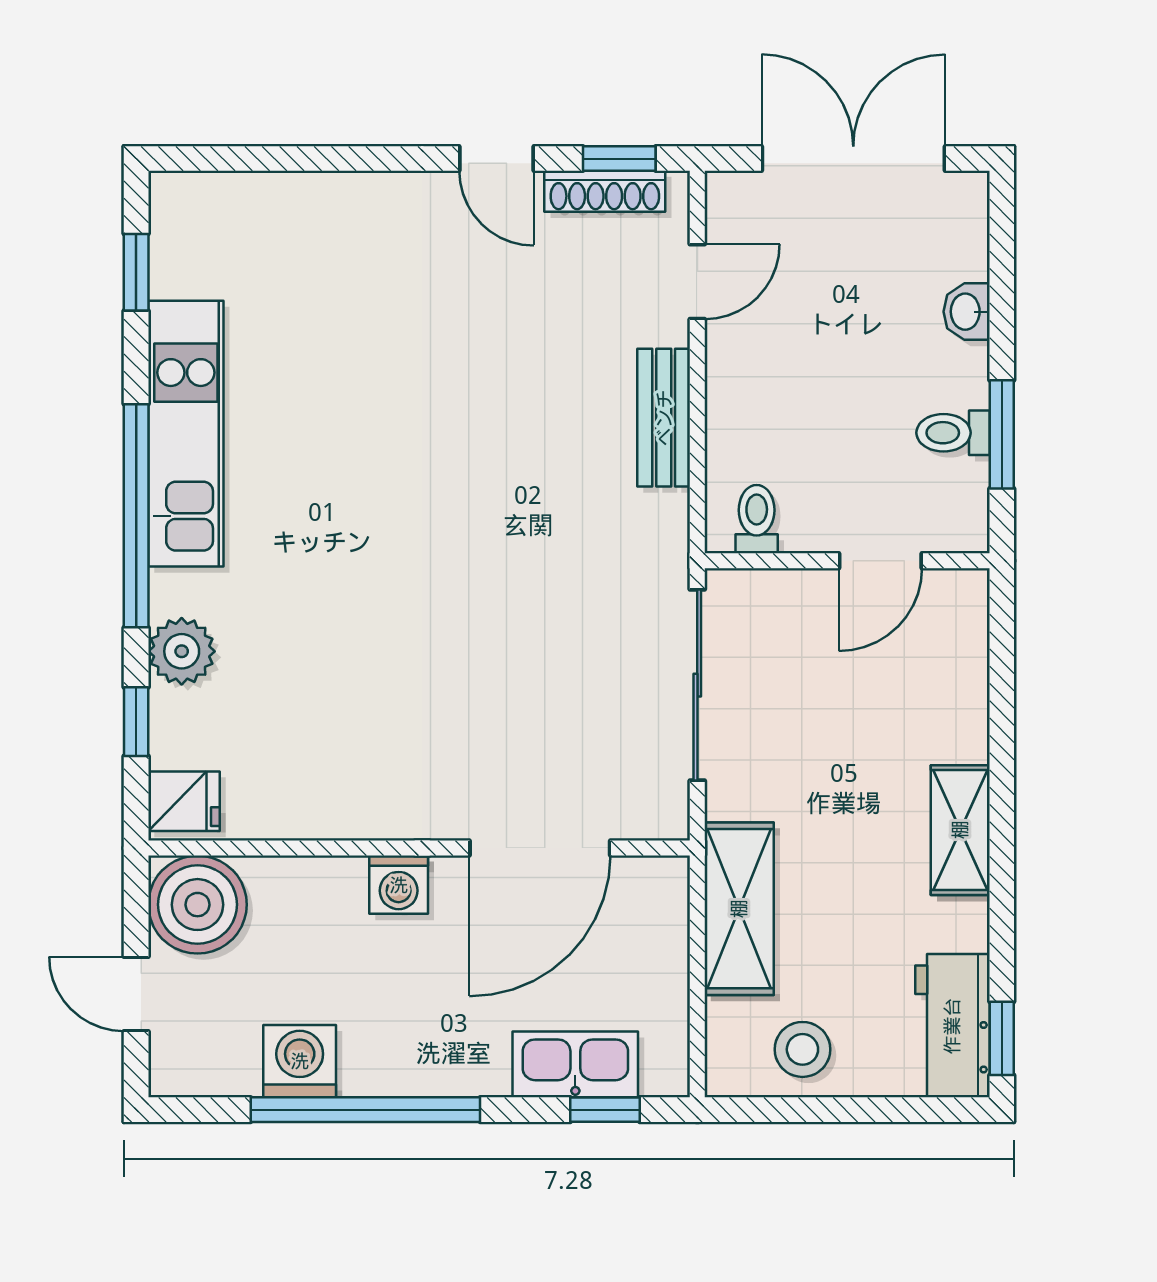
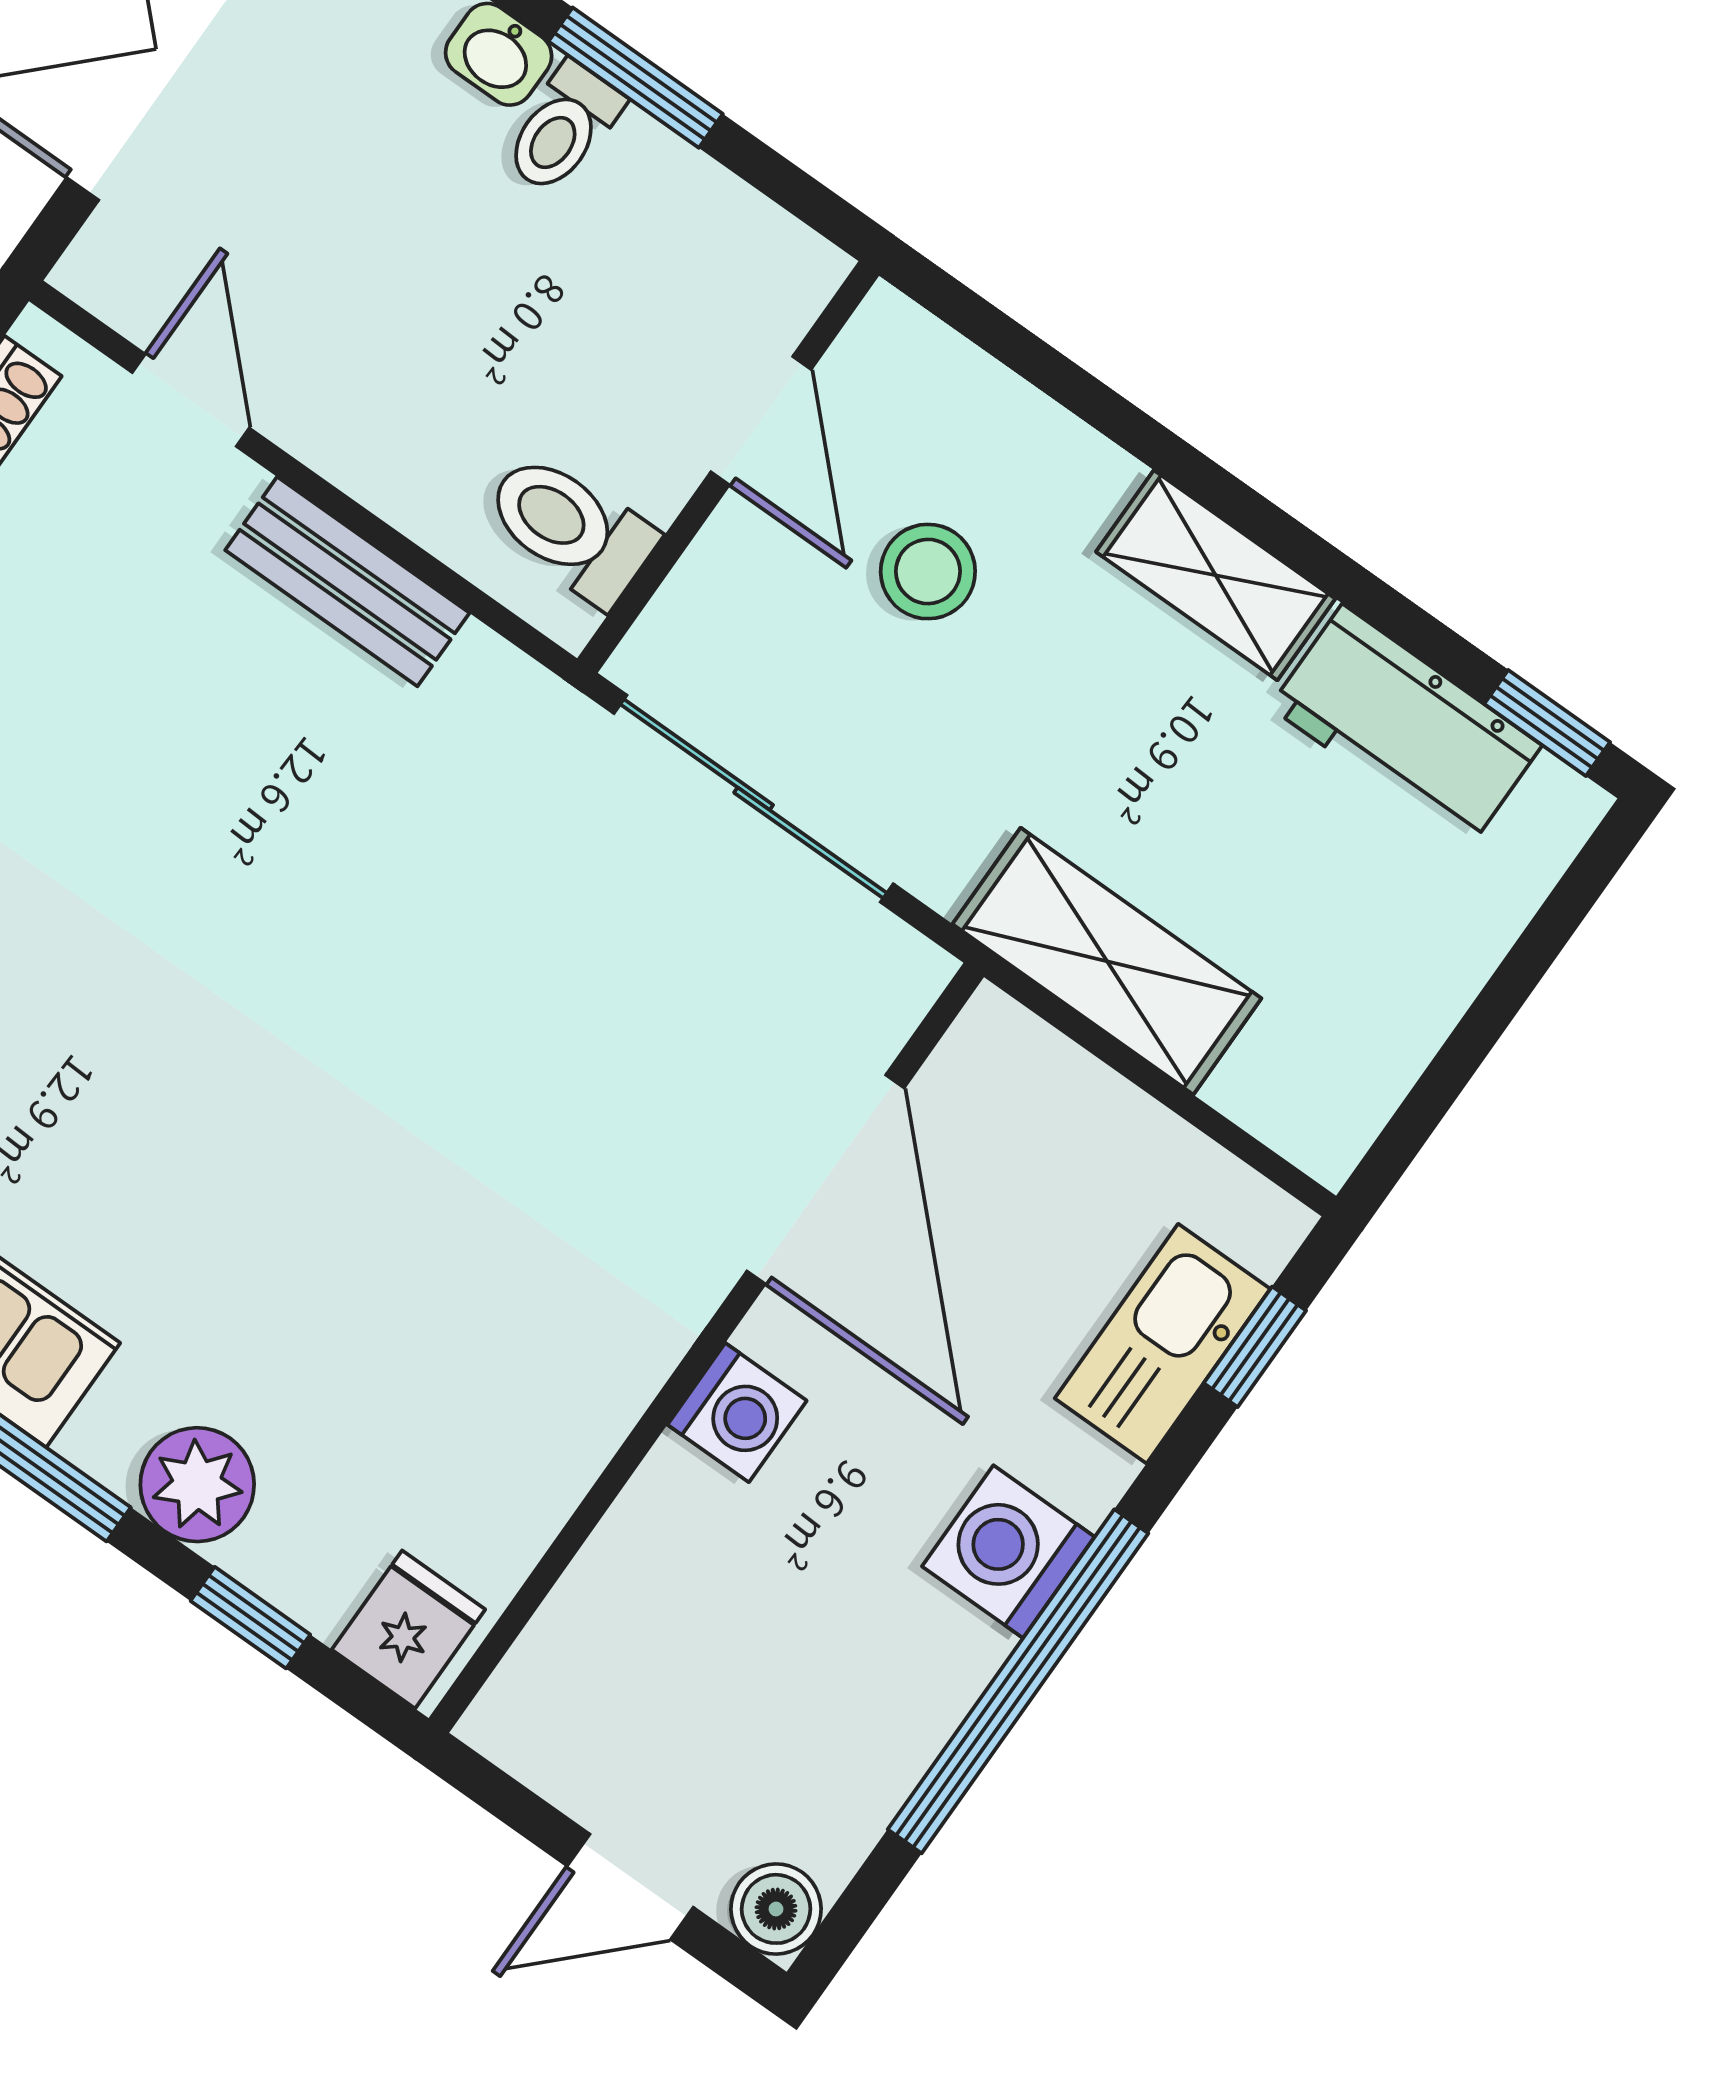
toilet: (953, 433) -> (563, 128), moved
window: (1002, 434) -> (636, 78), moved
toilet: (757, 519) -> (570, 528), width x1.37, depth x1.39
boiler: (198, 905) -> (776, 1909), moved, width x0.54, depth x0.54
workbench: (952, 1026) -> (1406, 726), moved
stool: (802, 1049) -> (928, 572), moved
washing machine: (300, 1061) -> (1008, 1552), moved

